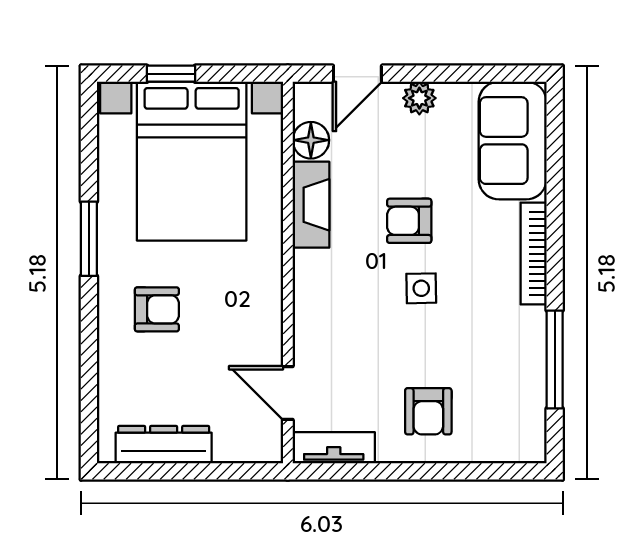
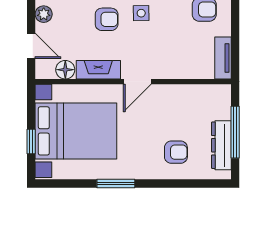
armchair: (409, 221) -> (107, 19), turned -90
armchair: (157, 309) -> (176, 152), moved, turned 90
door: (288, 393) -> (137, 82), moved
window: (189, 471) -> (235, 132), added

